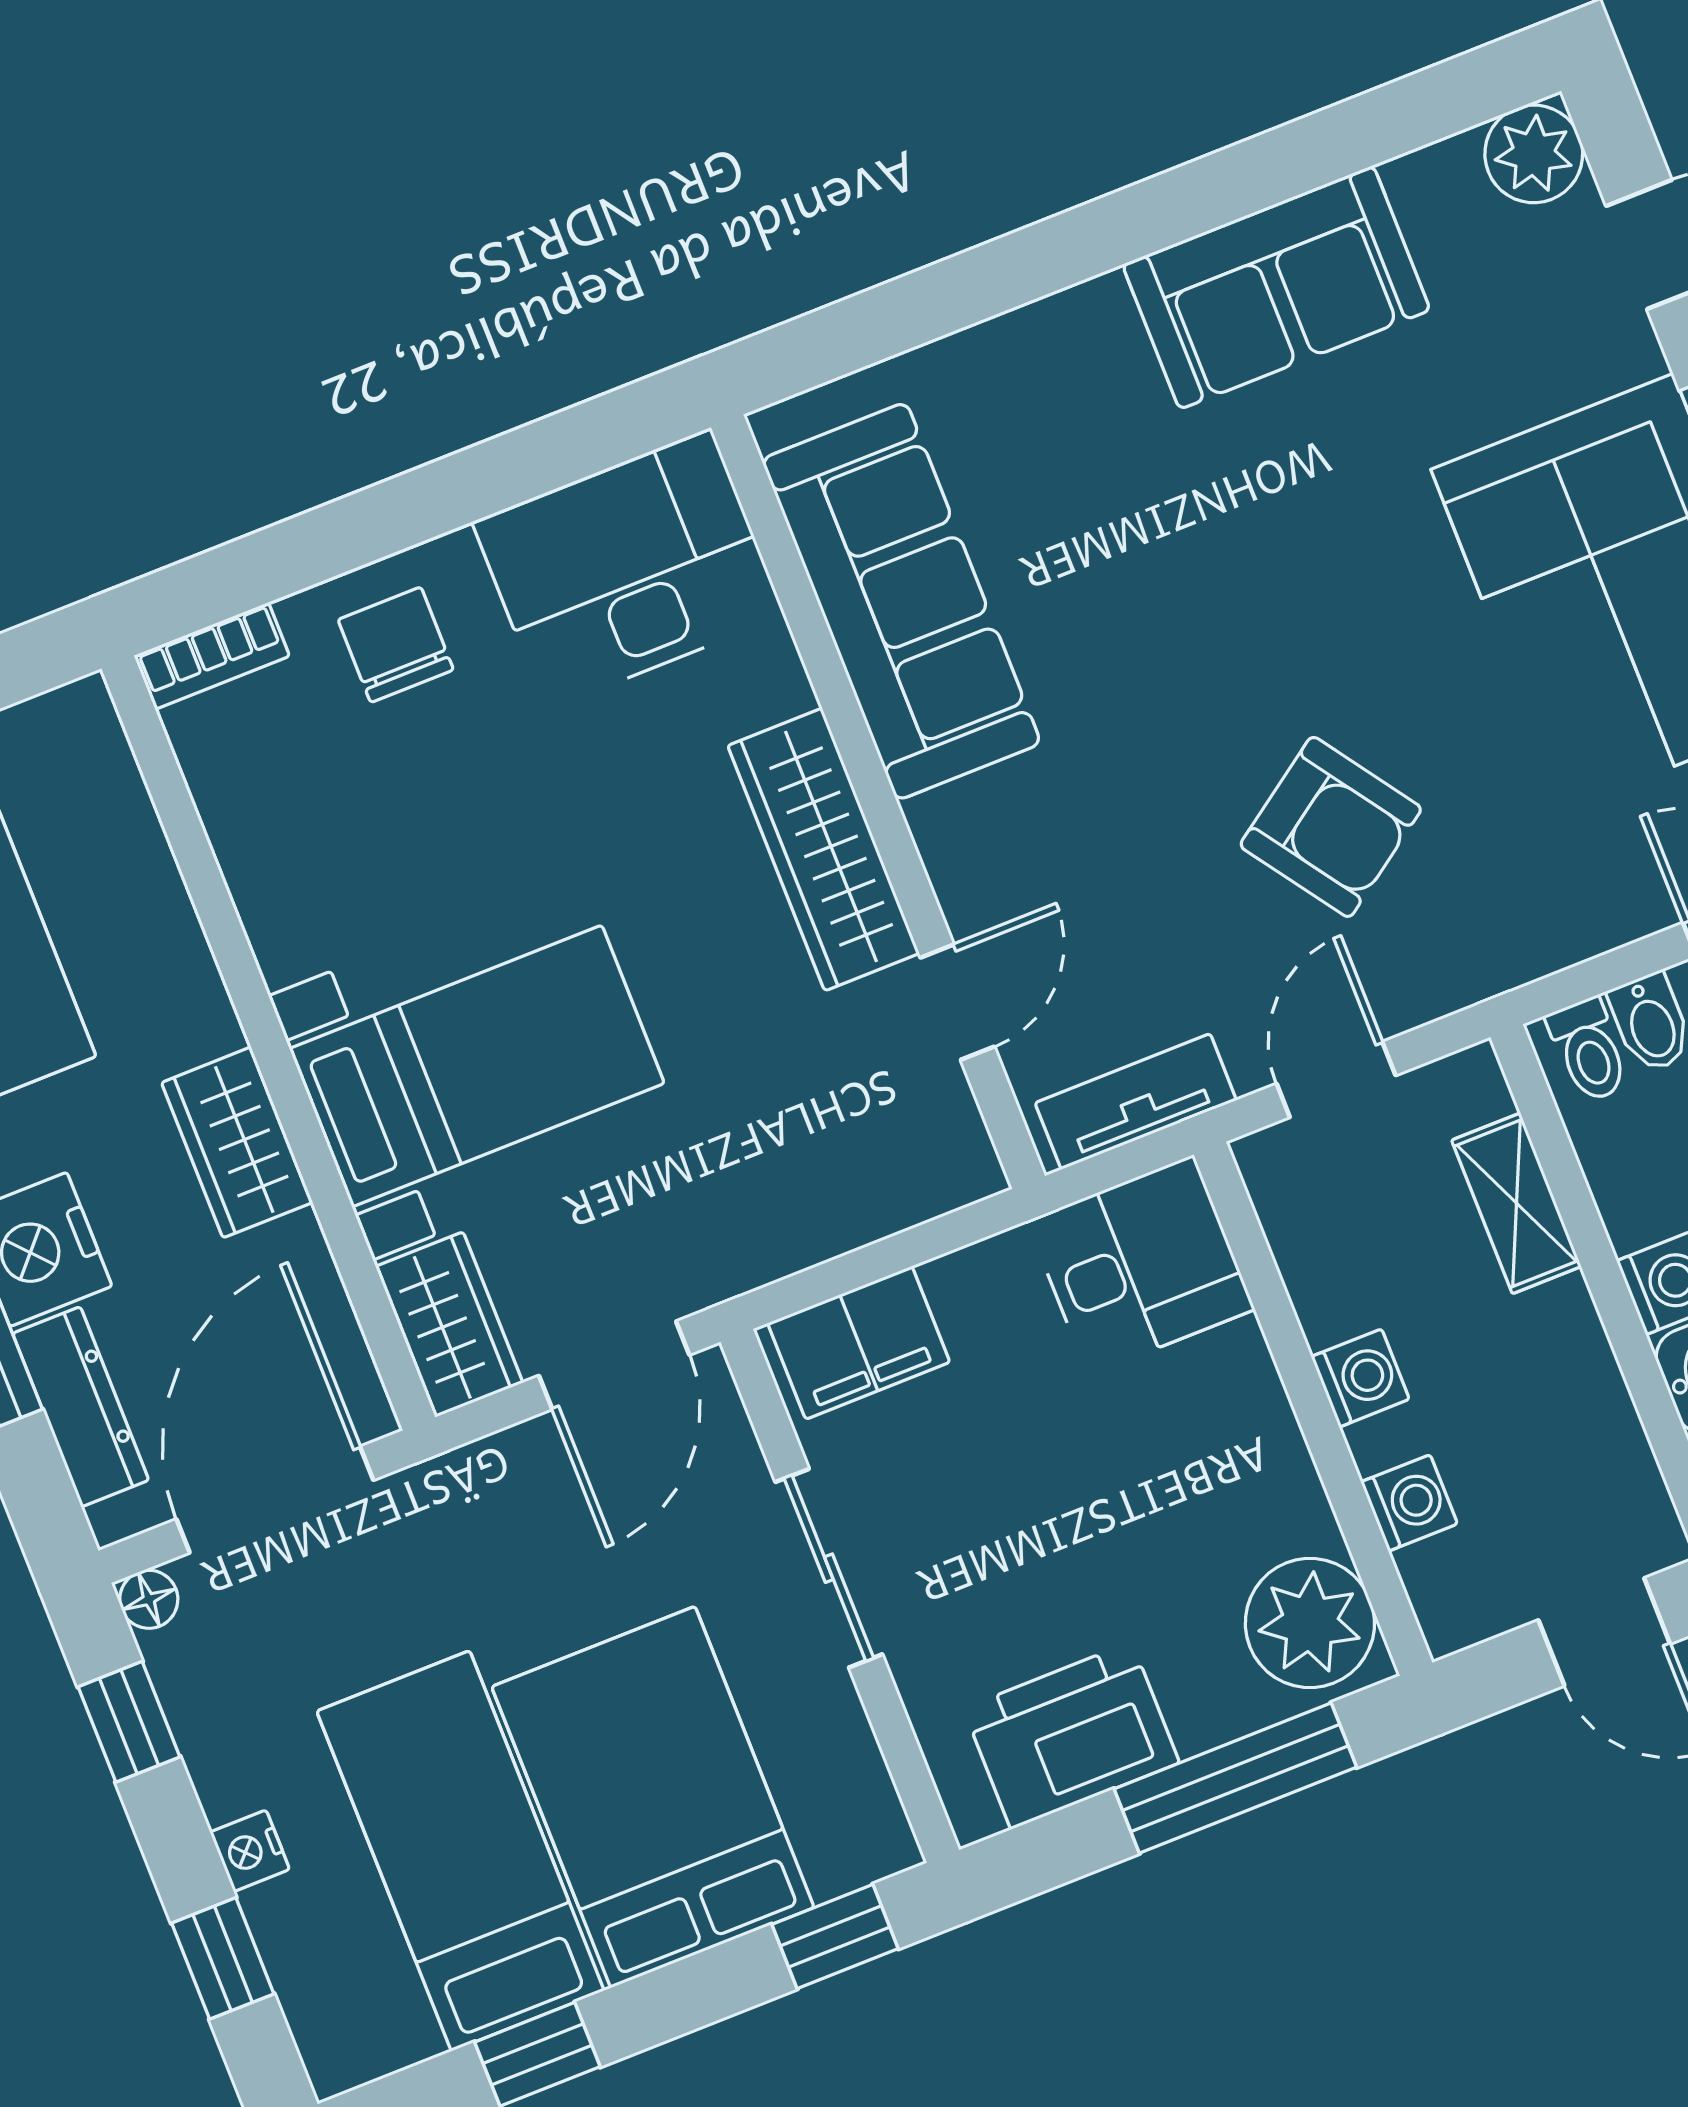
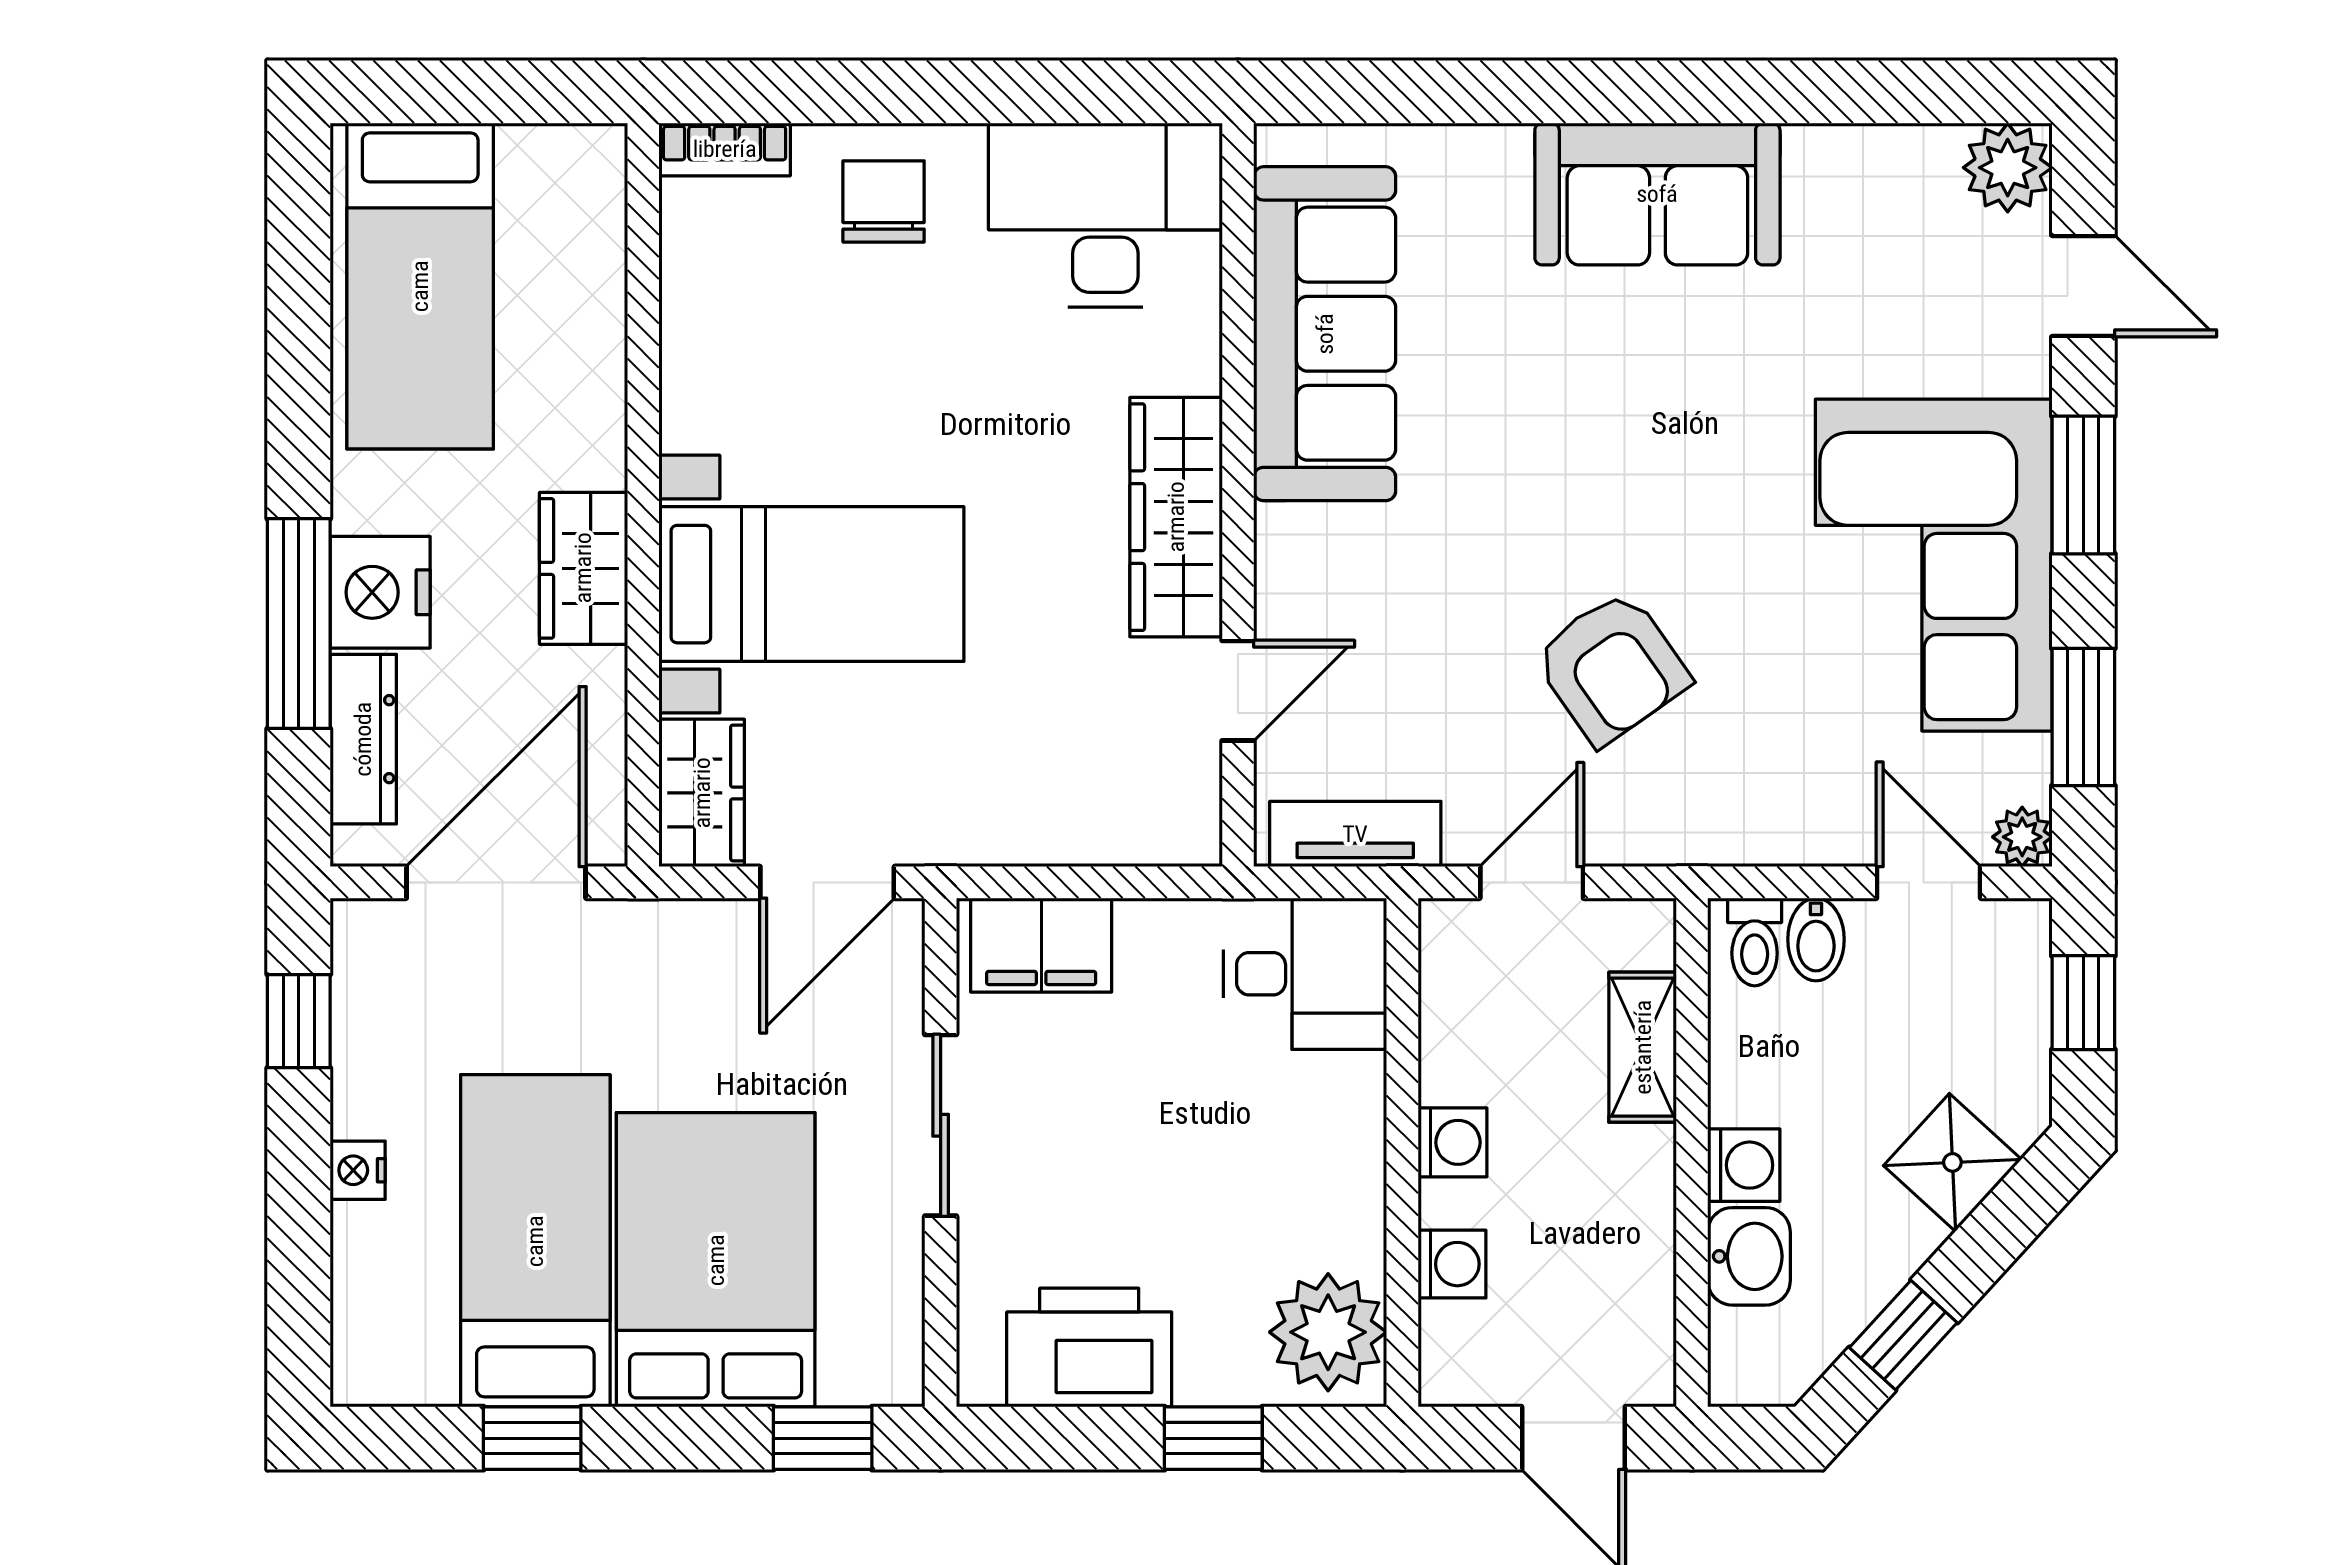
sofa: (1276, 287) -> (1657, 194), moved
floor lamp: (149, 1599) -> (356, 924), removed
window: (1235, 1778) -> (1213, 1438), width x0.46
window: (223, 1958) -> (299, 1252), removed

